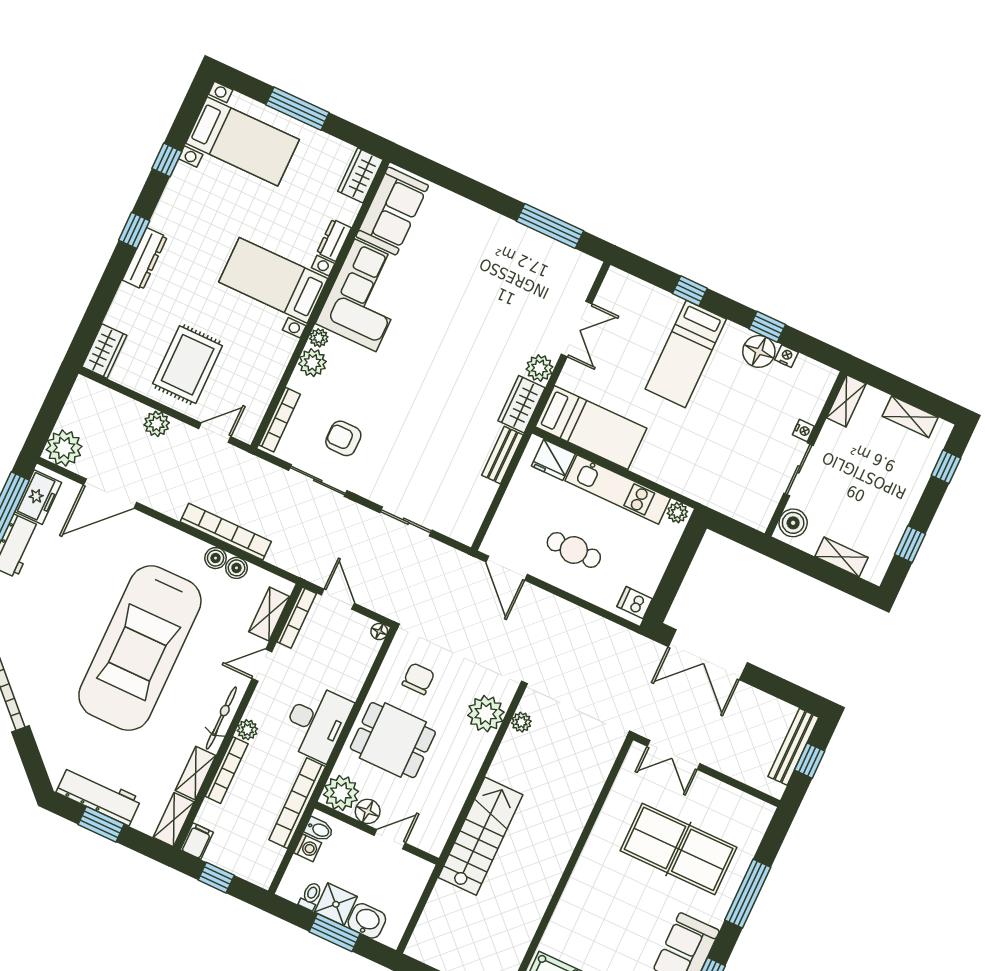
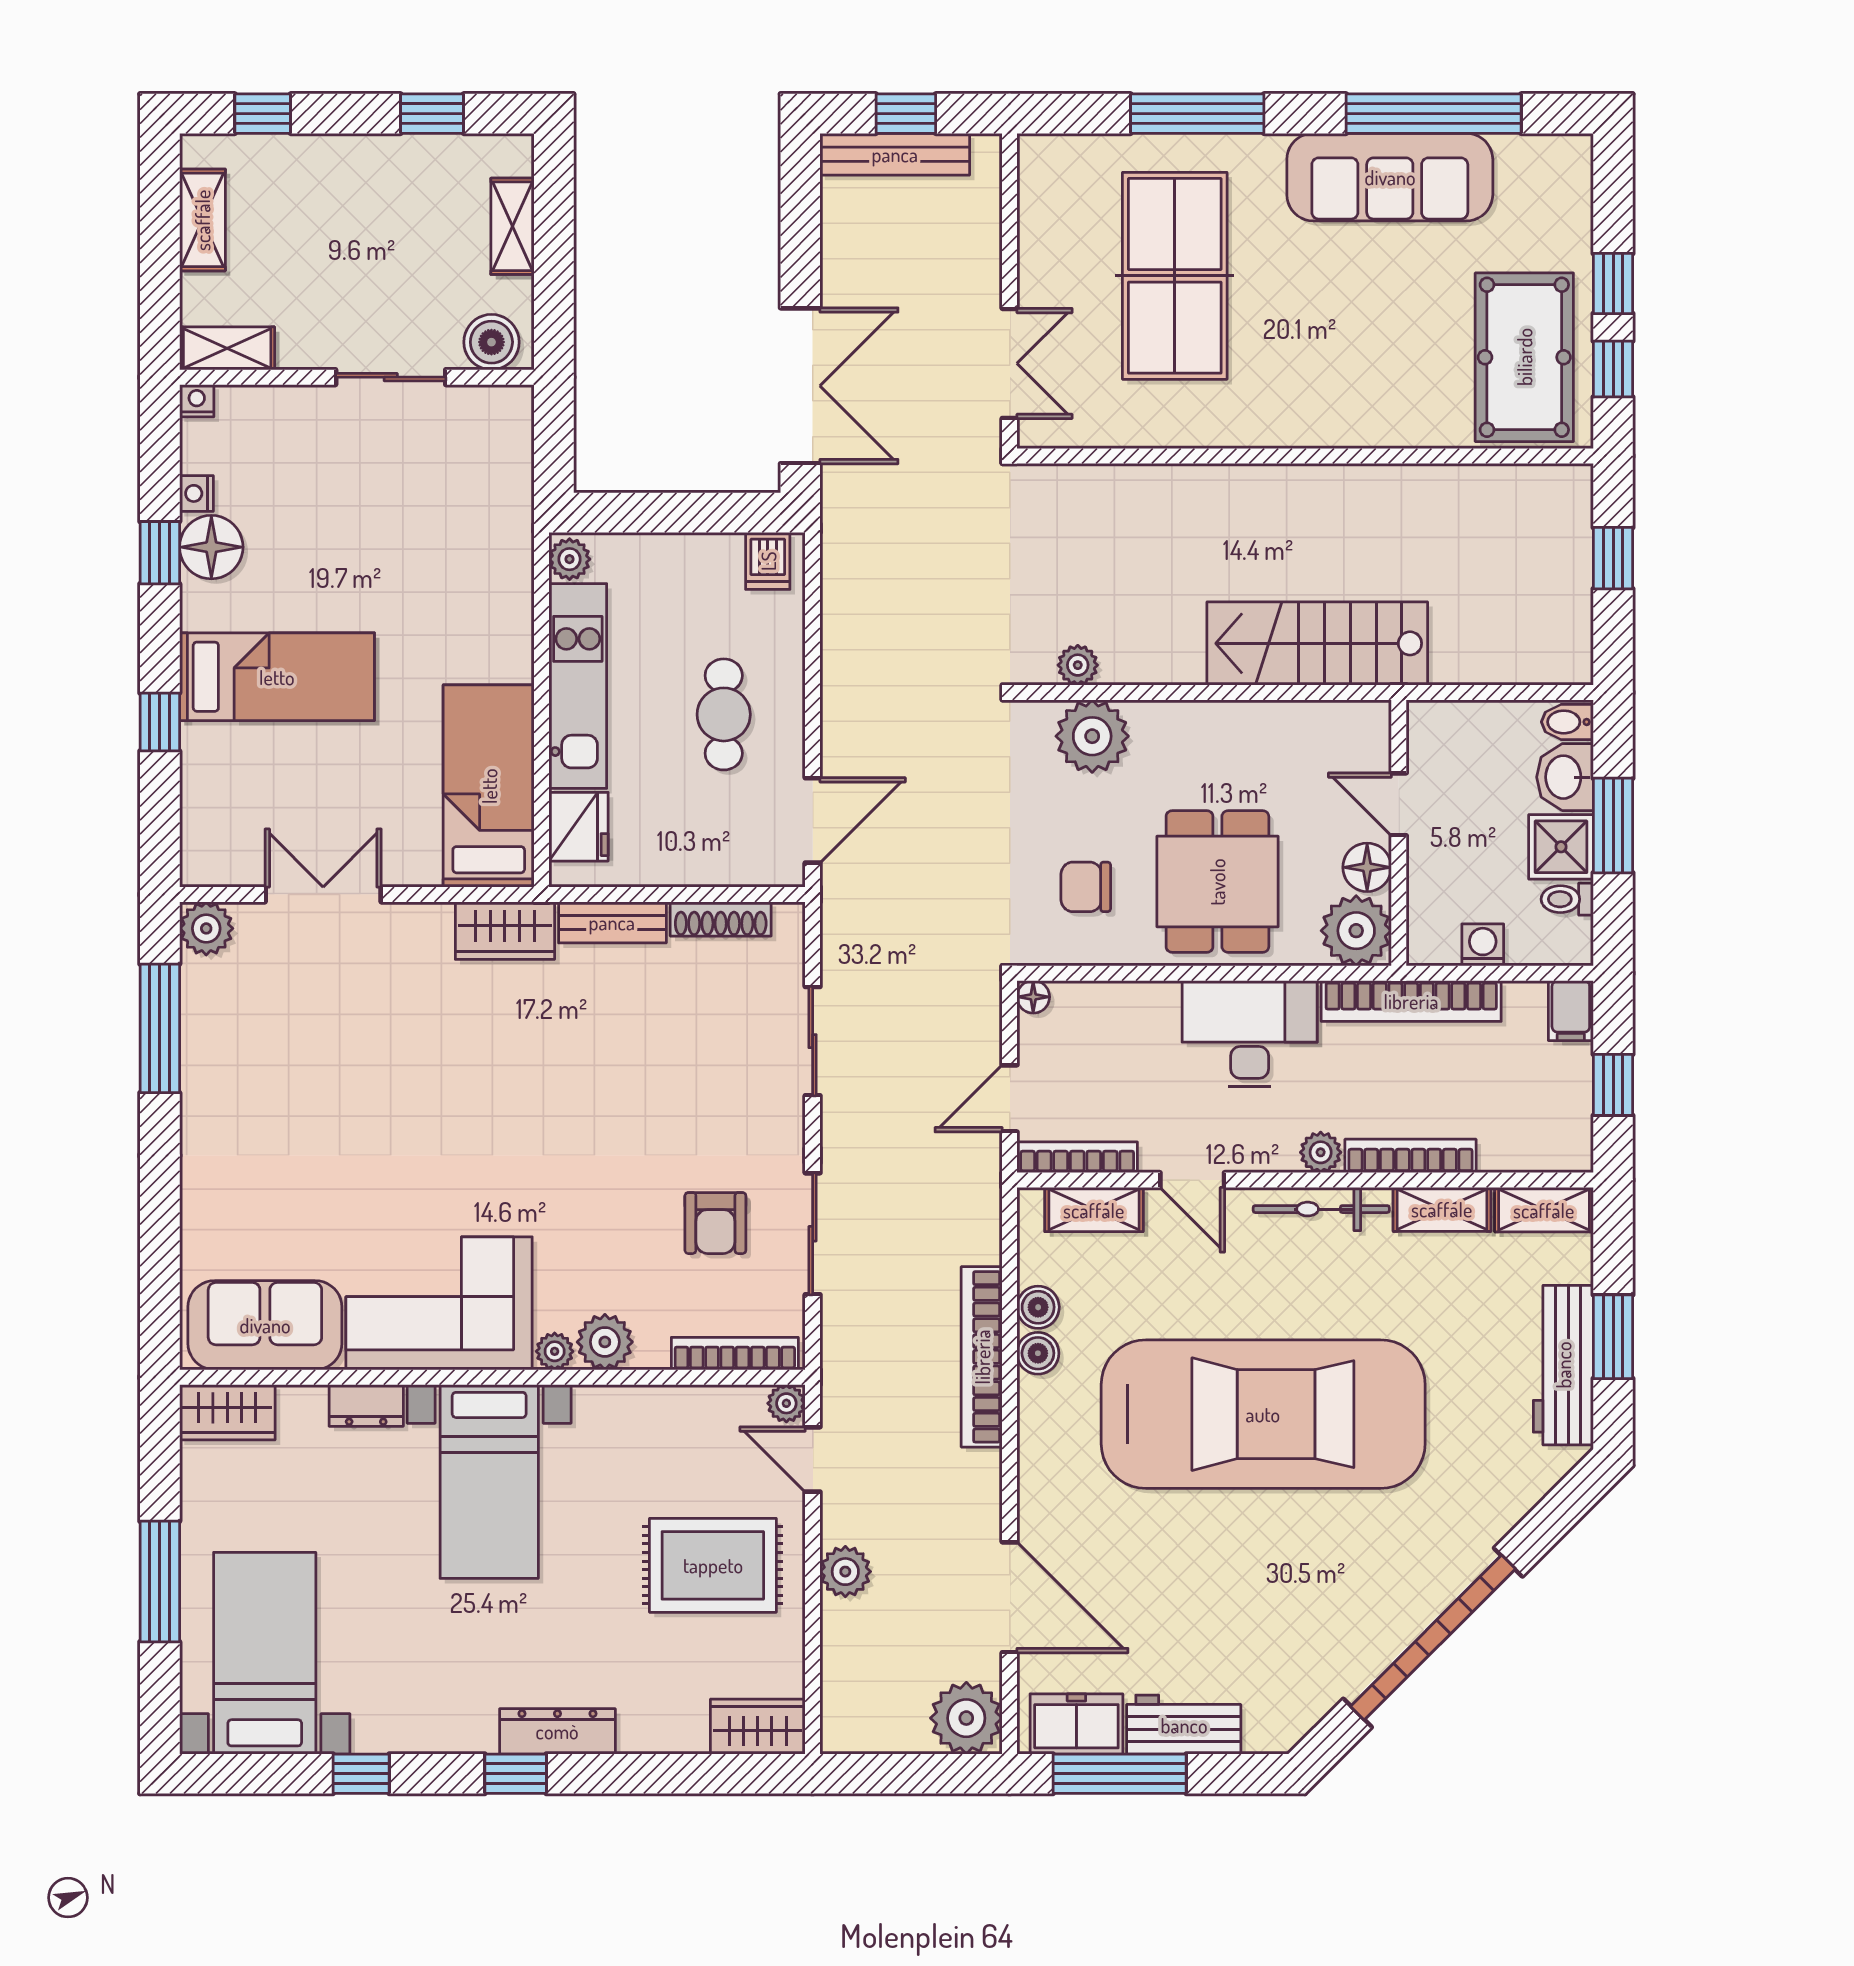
plant: (539, 368) -> (206, 928), moved
nightstand: (803, 430) -> (197, 401), moved
plant: (246, 433) -> (786, 1403), added
shoe rack: (481, 505) -> (721, 919), added
bidet: (319, 829) -> (1567, 722), moved, turned -90
filing cabinet: (197, 841) -> (1571, 1011), moved, turned -90

